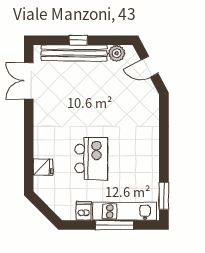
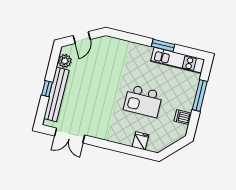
kitchen island: (91, 159) -> (143, 101), turned 180
window: (164, 196) -> (163, 45), moved
kitchen unit: (124, 211) -> (178, 60), moved, turned -90

